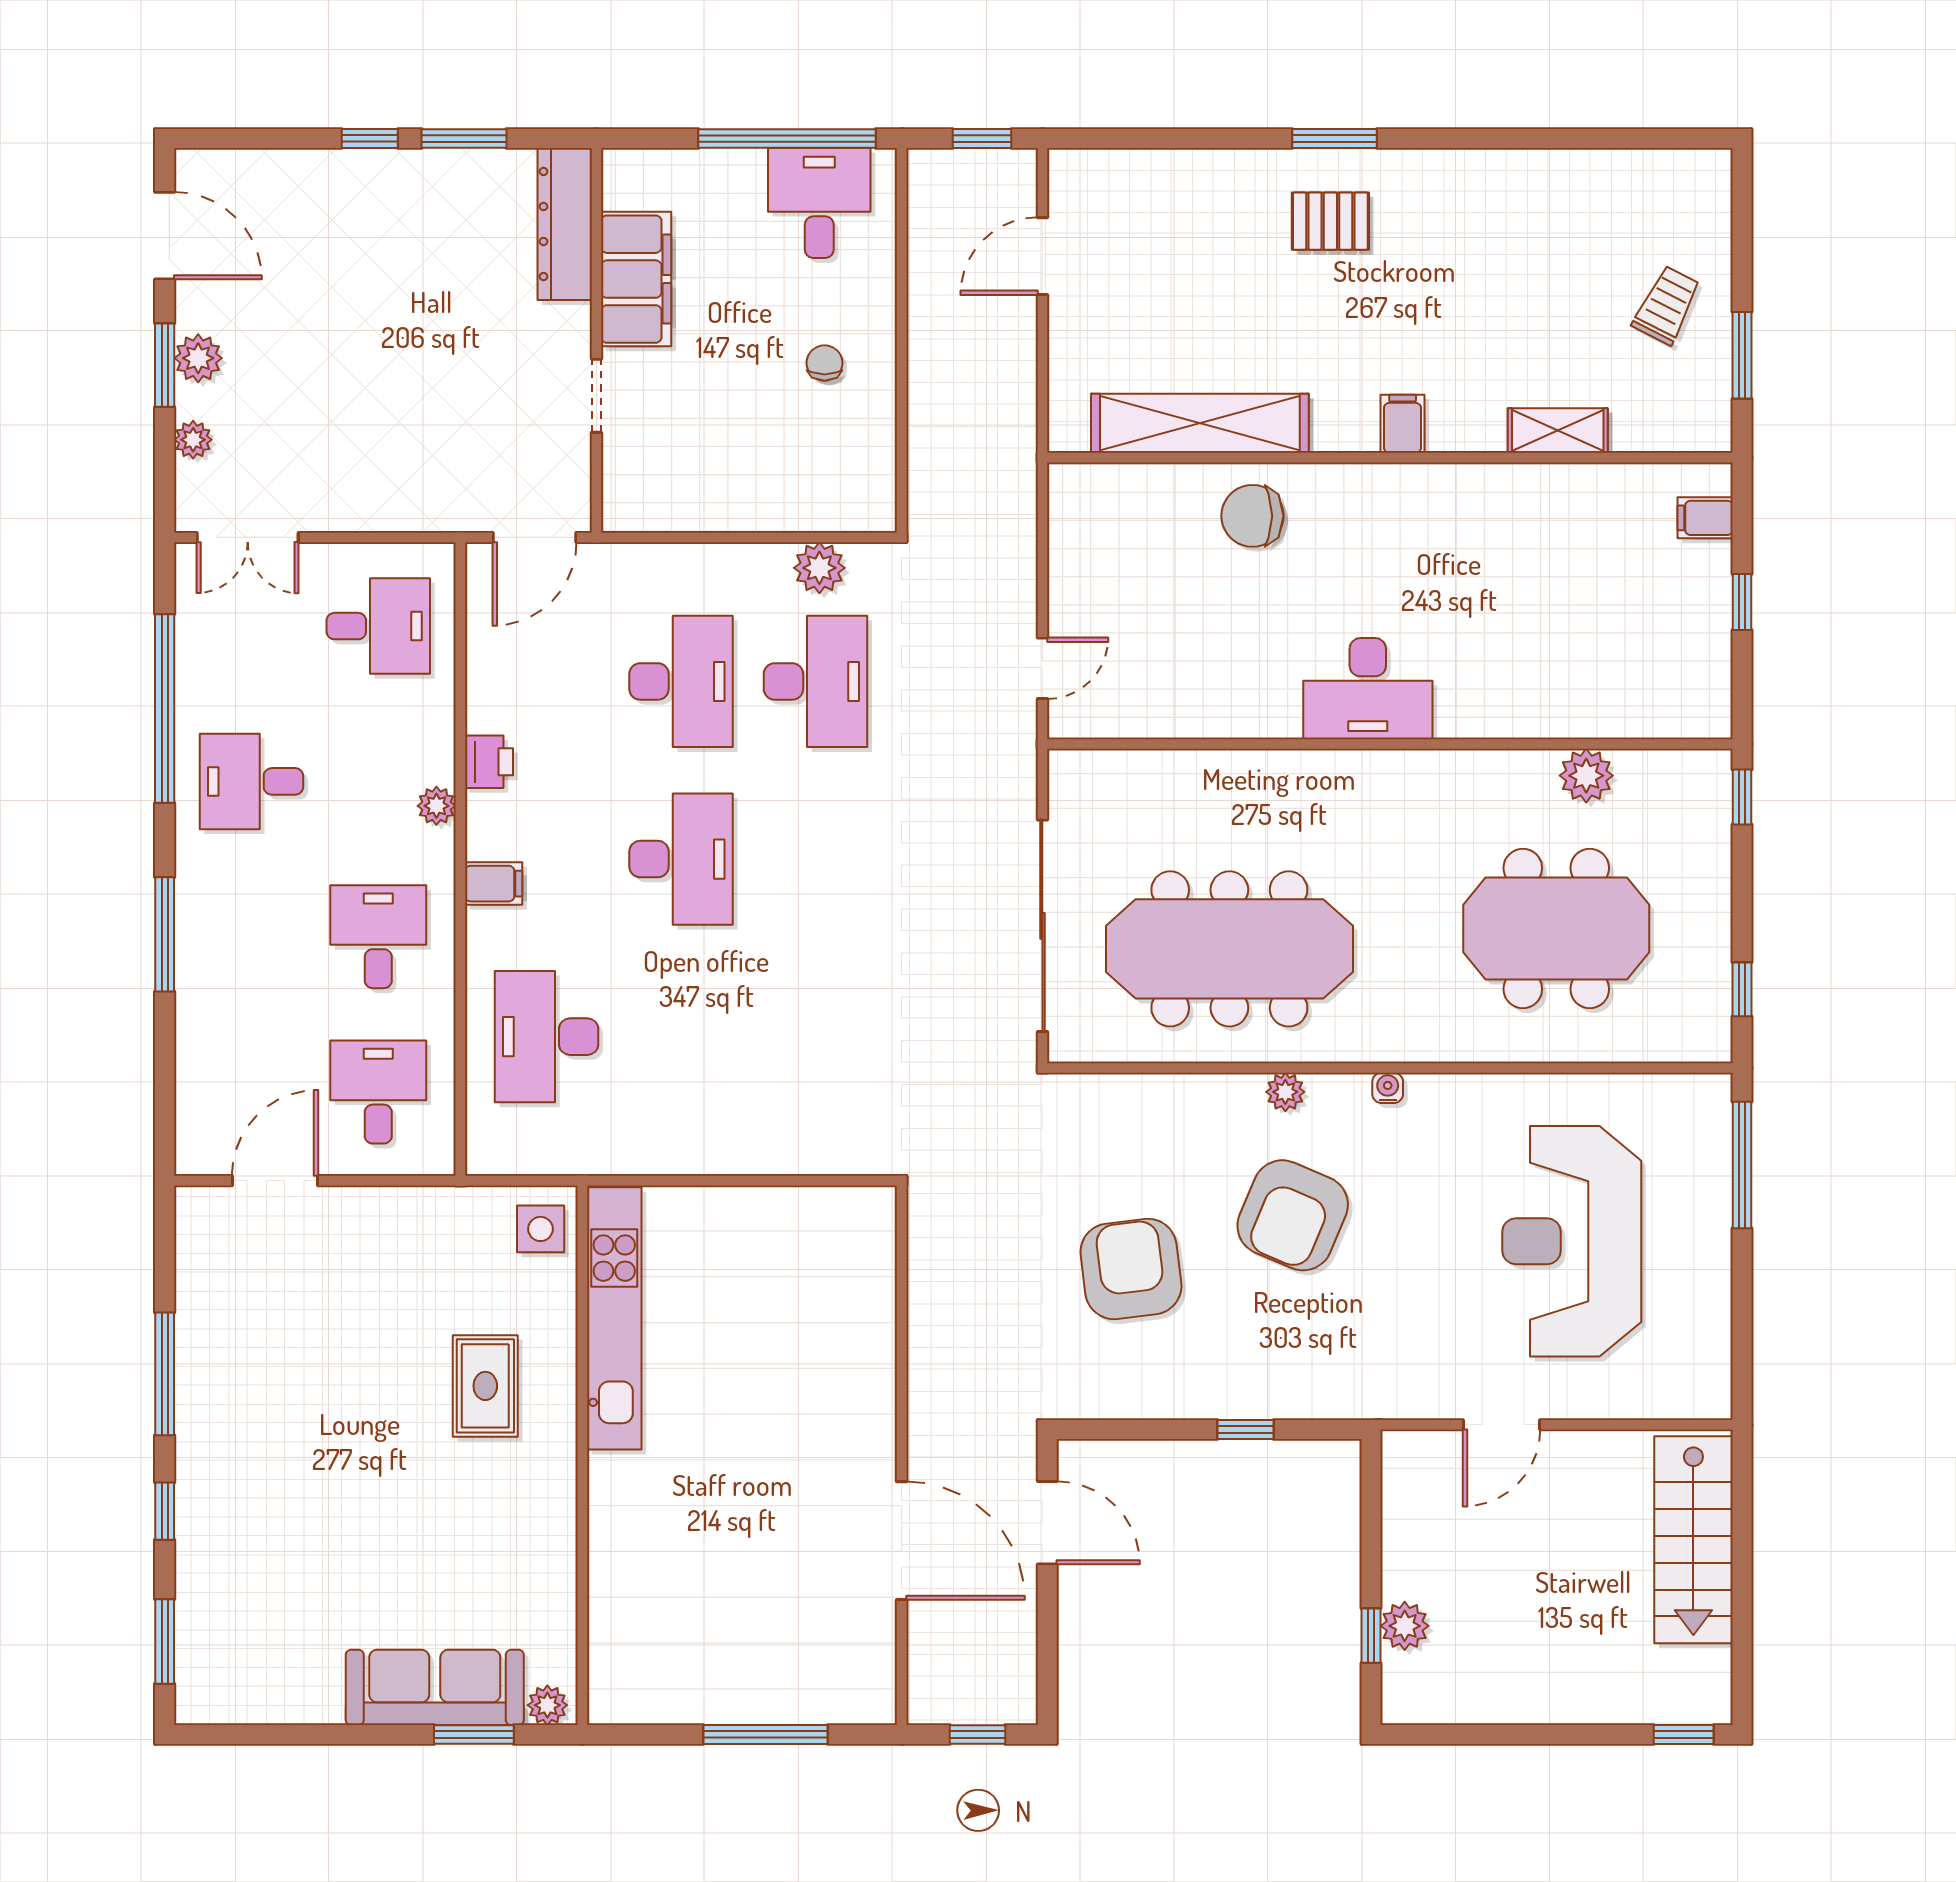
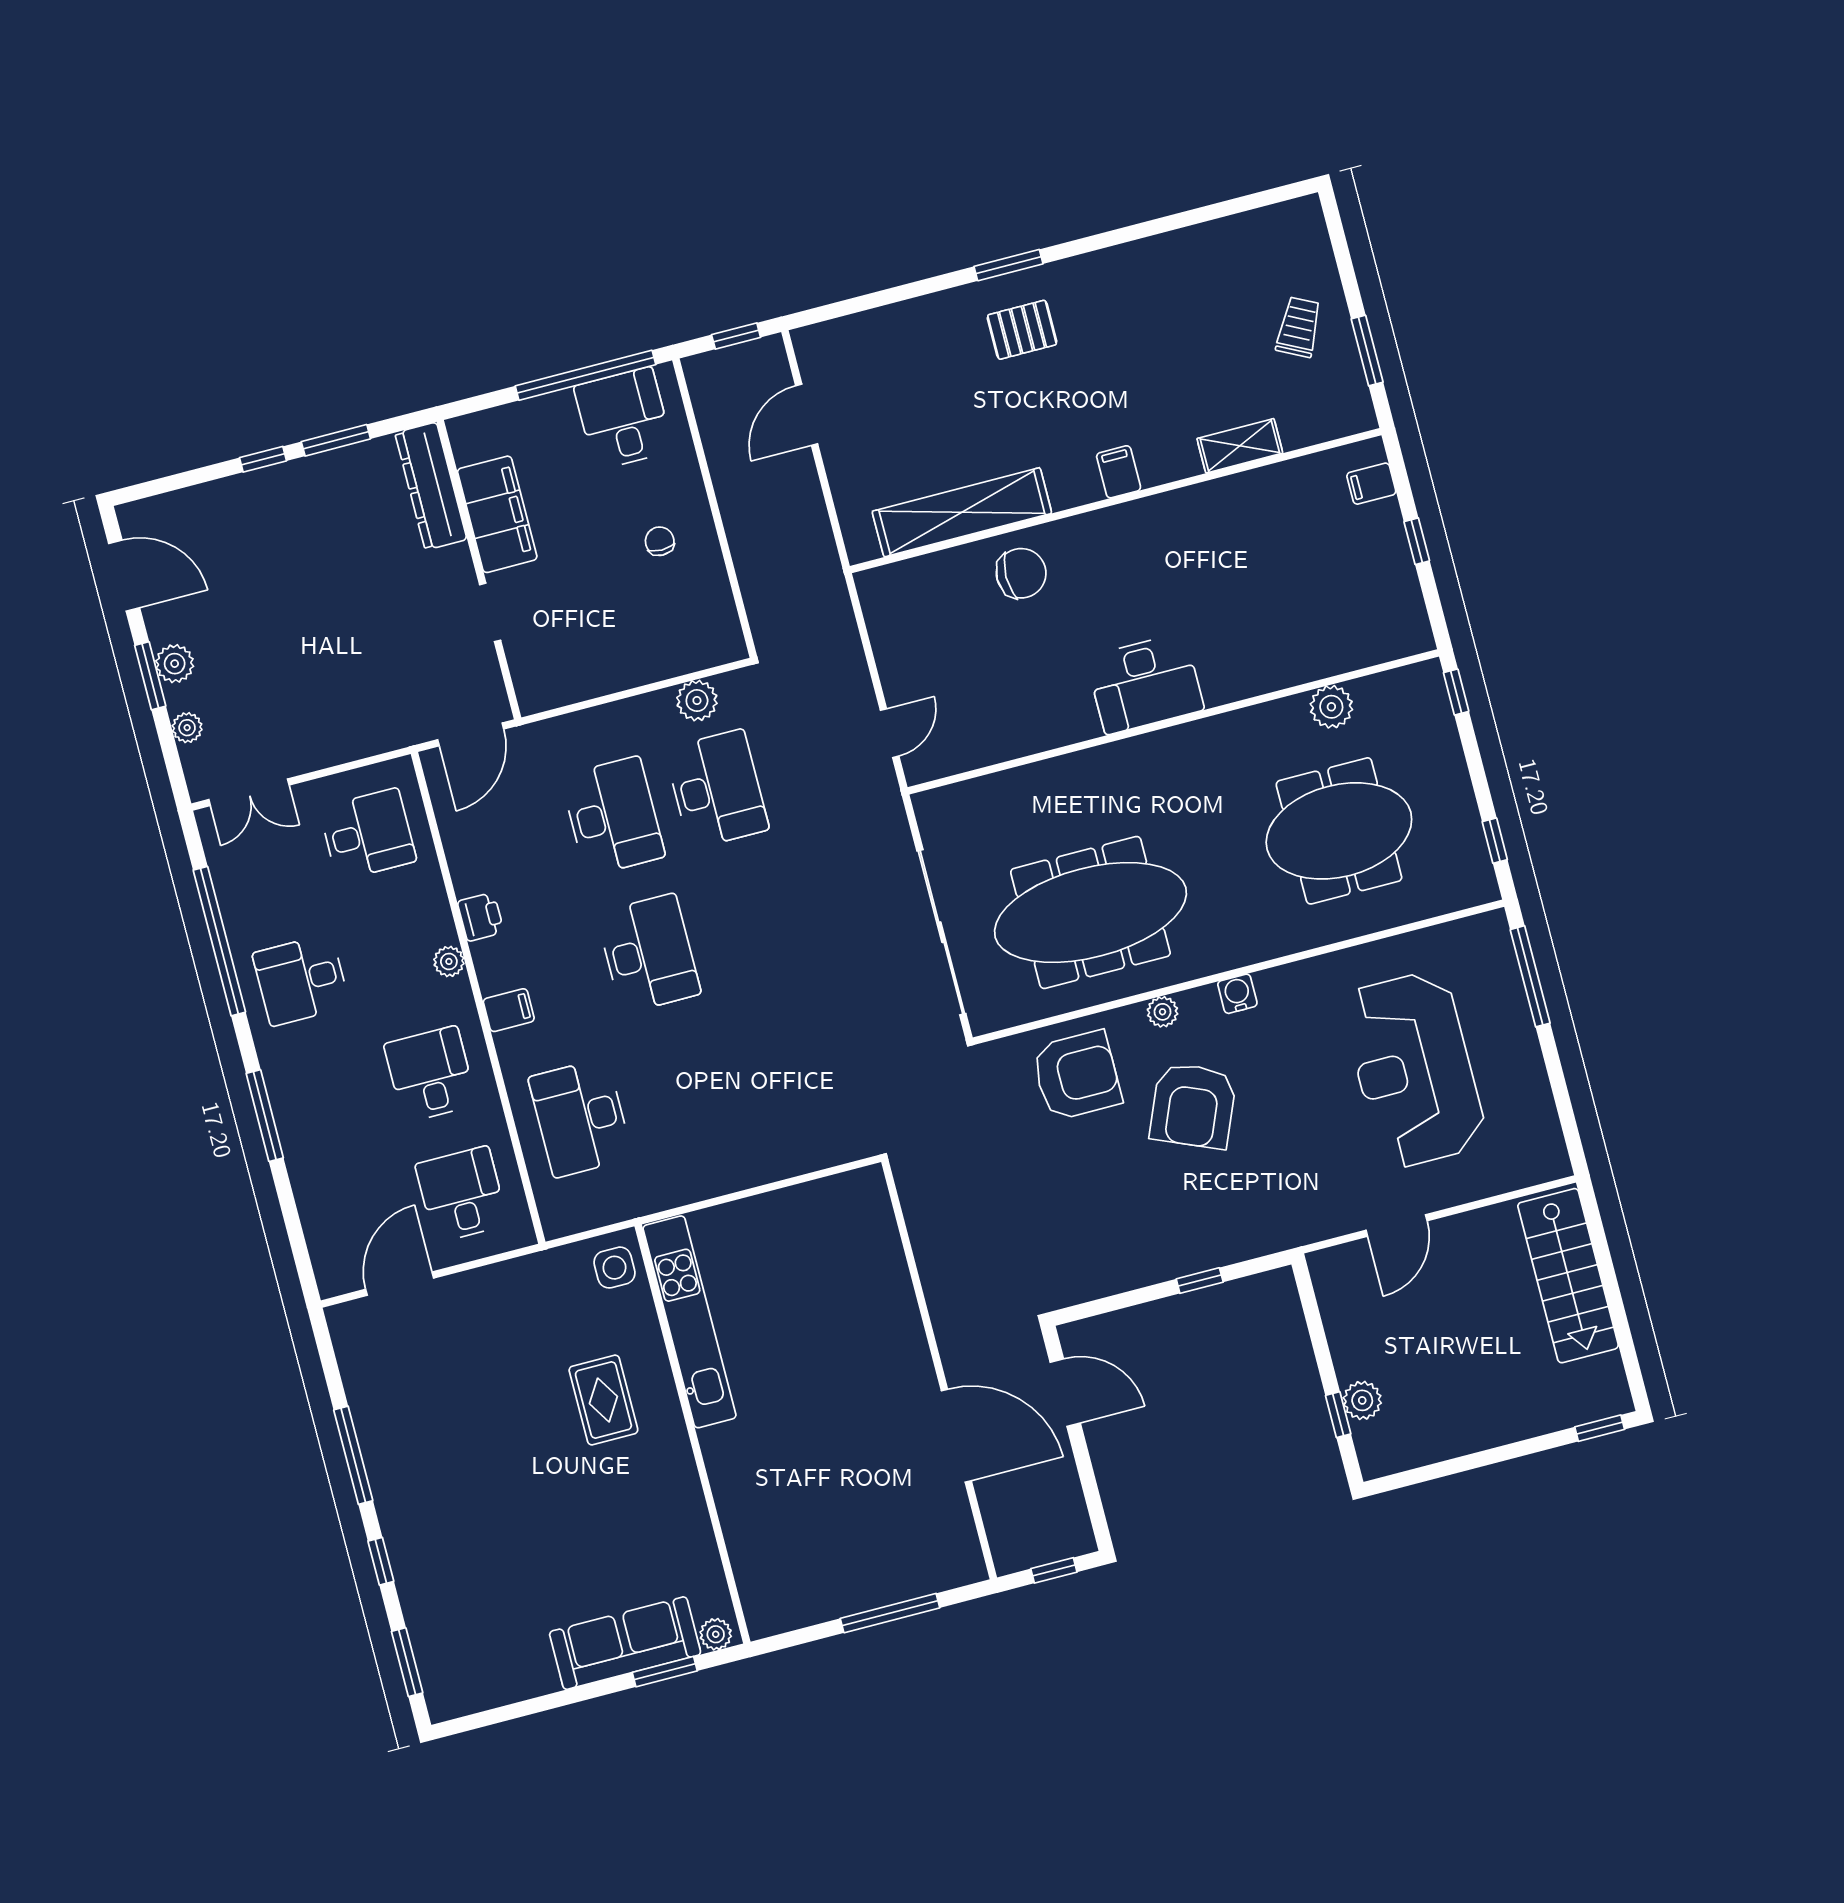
chair: (1252, 516) -> (1021, 573), turned 180
water cooler: (1388, 1088) -> (1237, 994), width x1.38, depth x1.38
armchair: (1131, 1269) -> (1077, 1075), moved, turned 97

